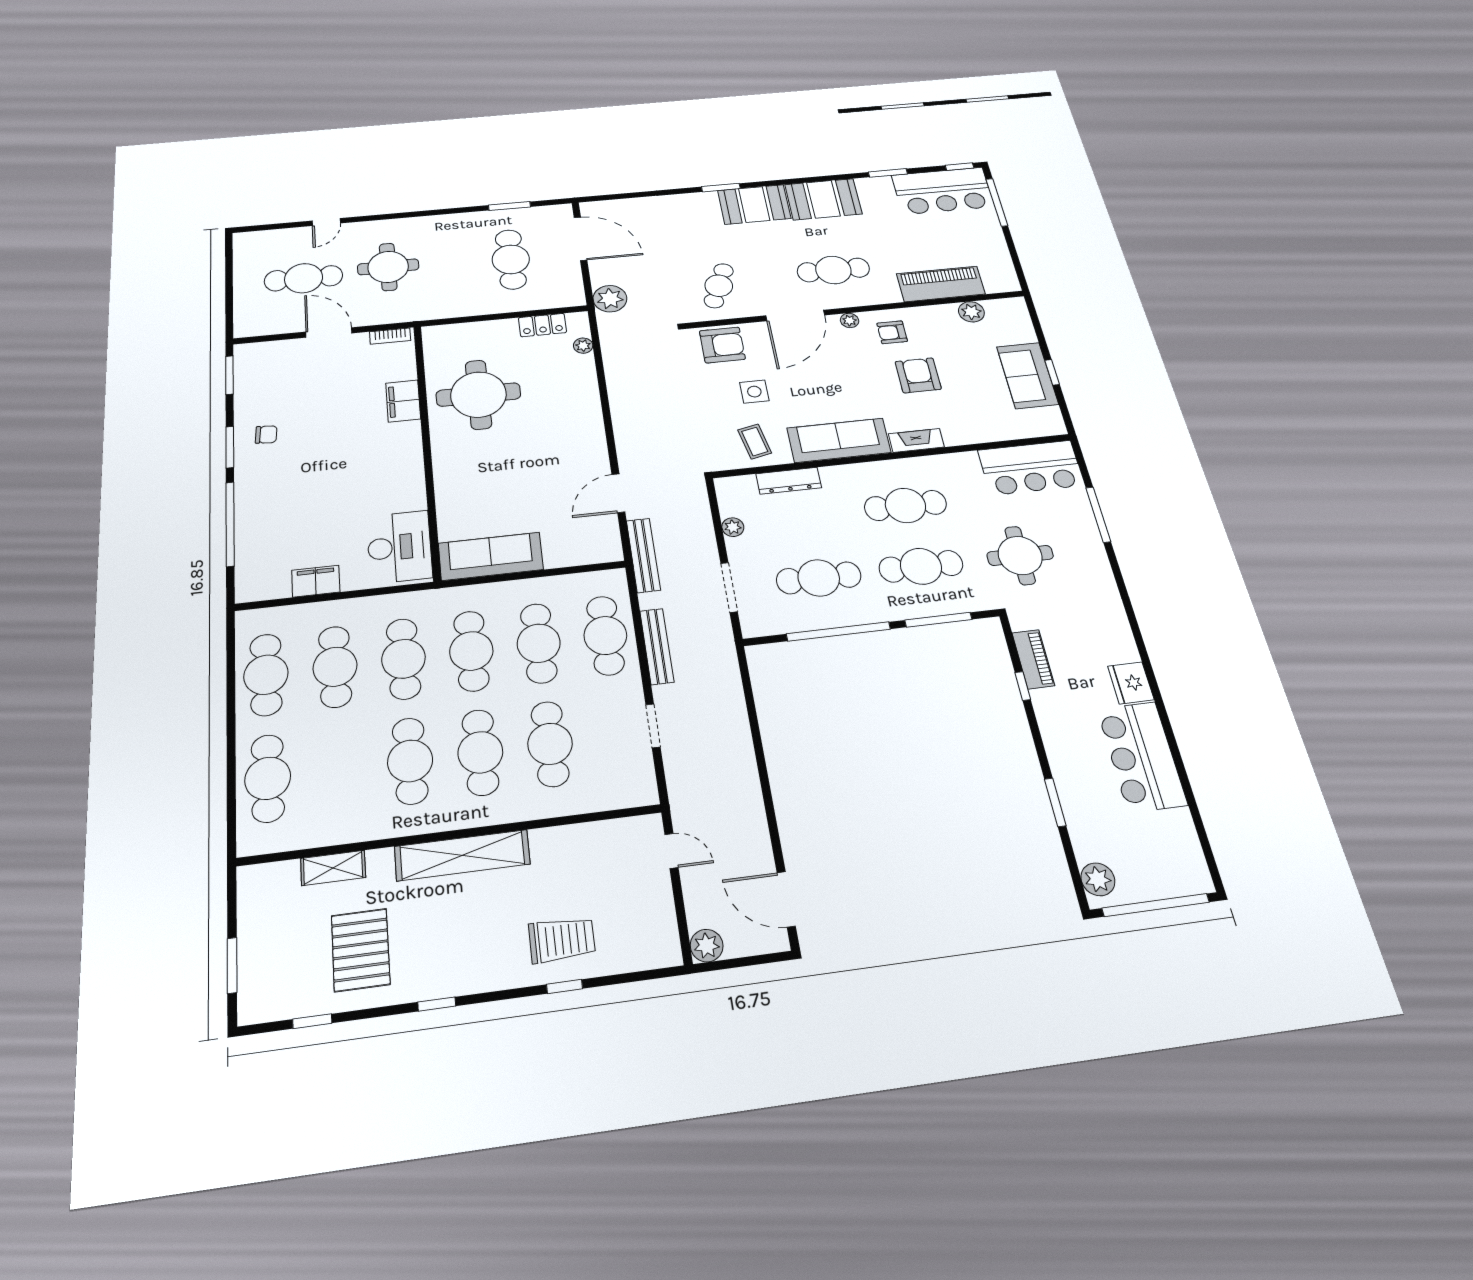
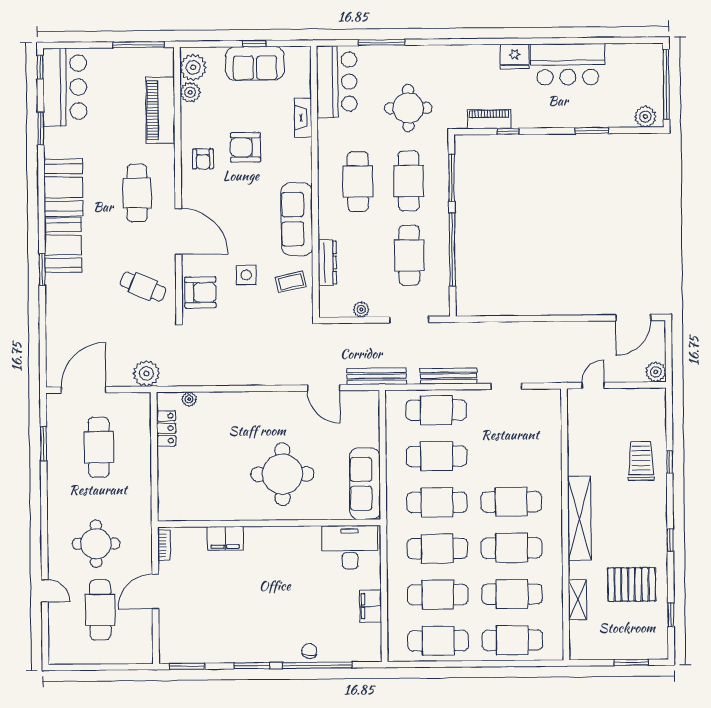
window: (997, 202) -> (139, 45), moved
cafe table: (511, 259) -> (99, 447), turned 90
plant: (850, 320) -> (193, 67), moved, width x1.88, depth x1.88
armchair: (722, 345) -> (200, 292), turned 90
round table: (478, 395) -> (282, 474), moved
chair: (266, 435) -> (309, 651), moved
fireplace: (916, 440) -> (303, 118), moved
cafe table: (550, 744) -> (512, 594), moved

